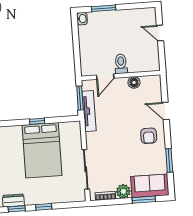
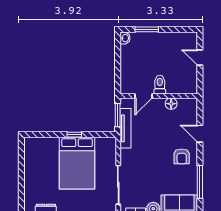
window: (169, 160) -> (200, 182), width x1.44

